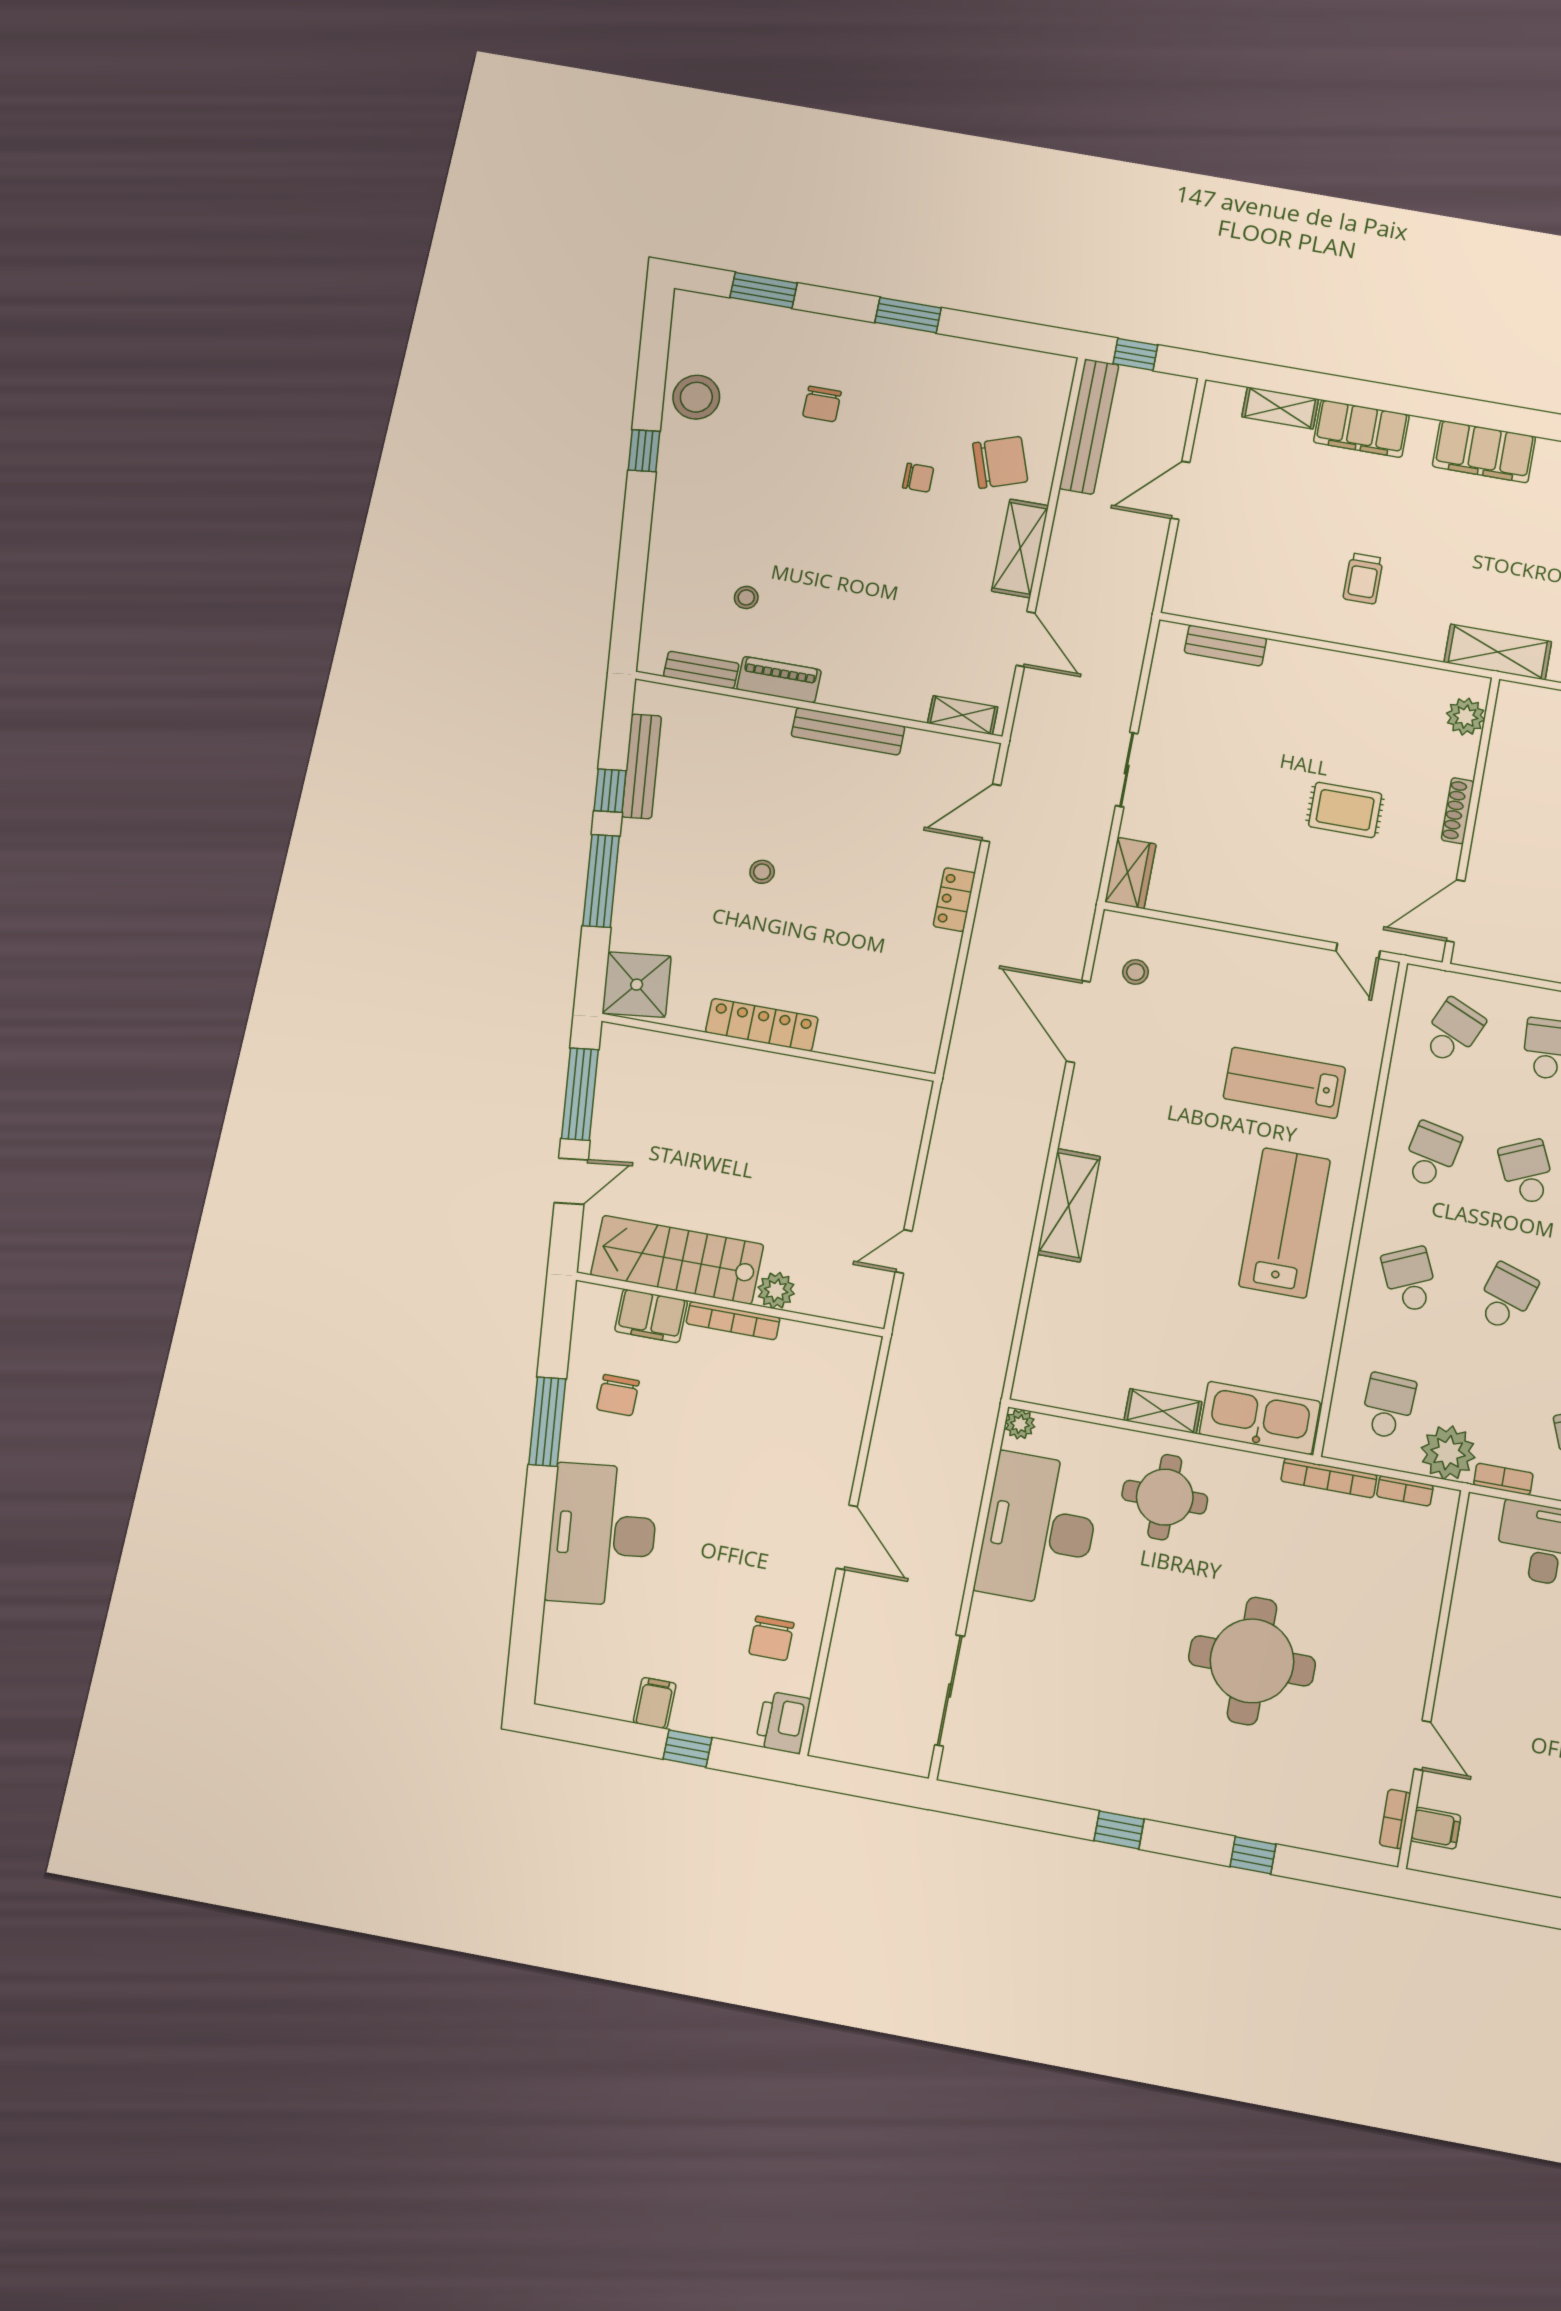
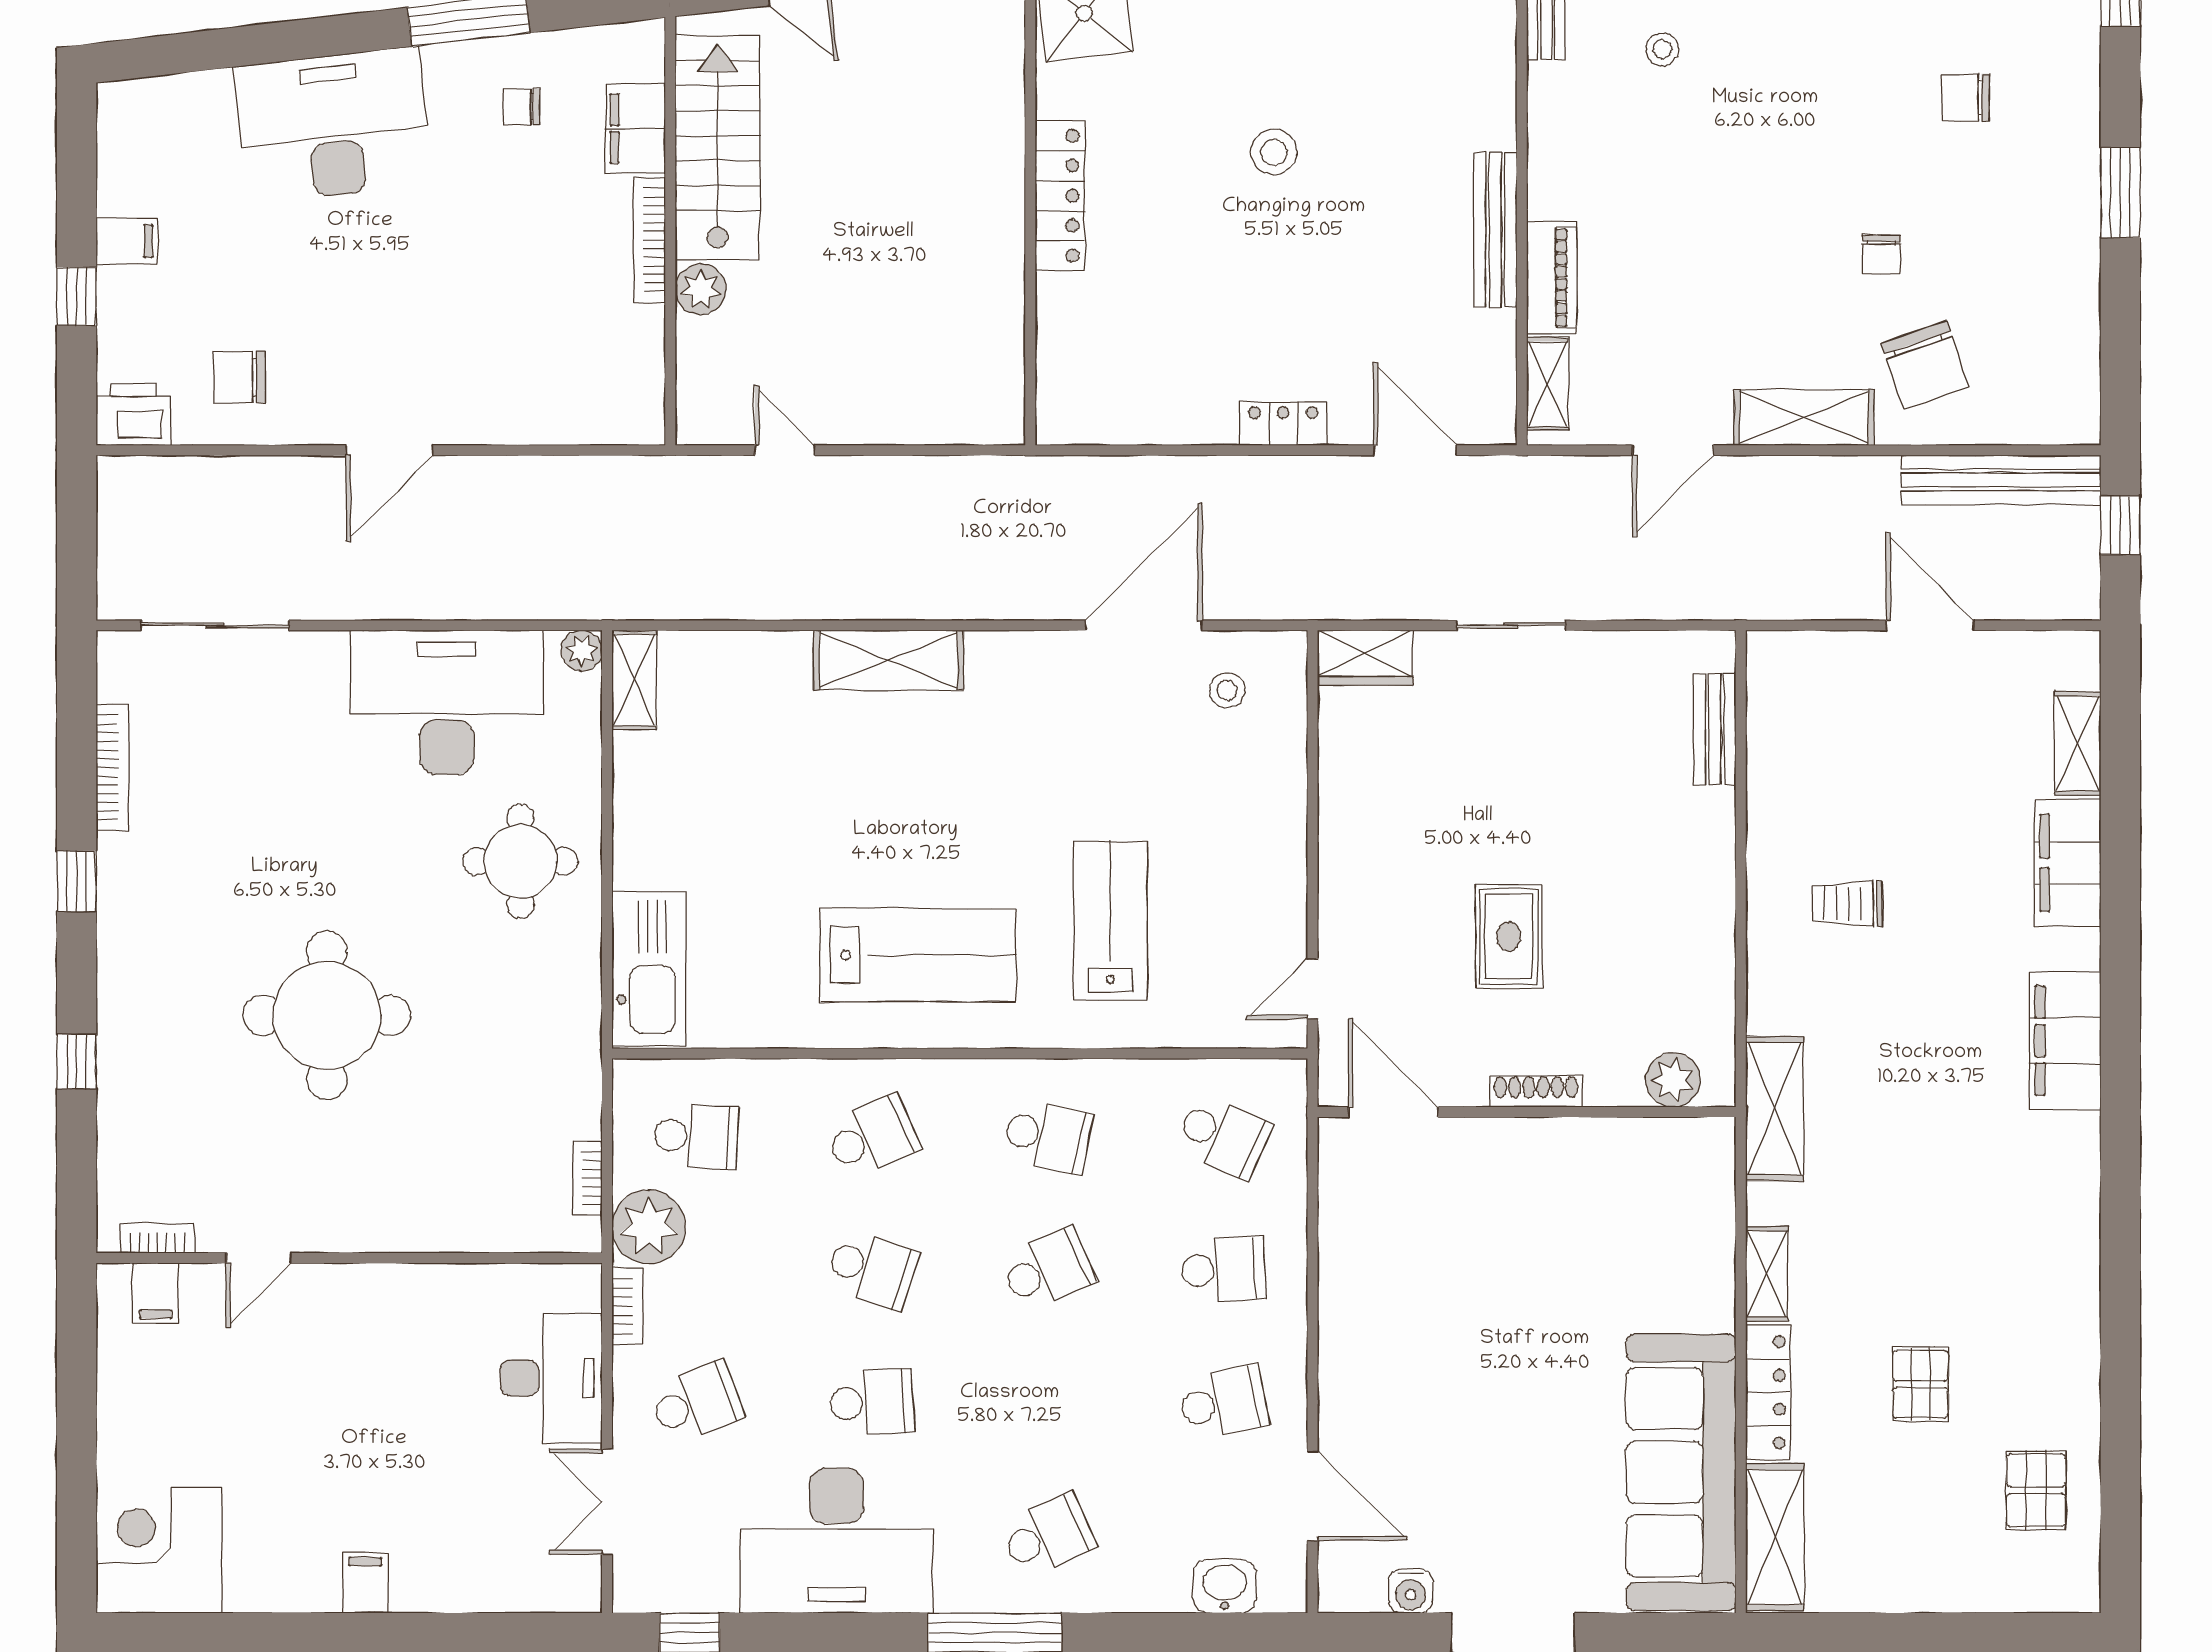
piano: (779, 680) -> (1552, 278), moved
stool: (762, 872) -> (1274, 152), width x1.37, depth x1.37
chair: (618, 1395) -> (521, 107), width x0.73, depth x0.73
shelving: (1163, 1411) -> (634, 680), moved
bookcase: (1329, 1478) -> (112, 767), moved, turned 180

